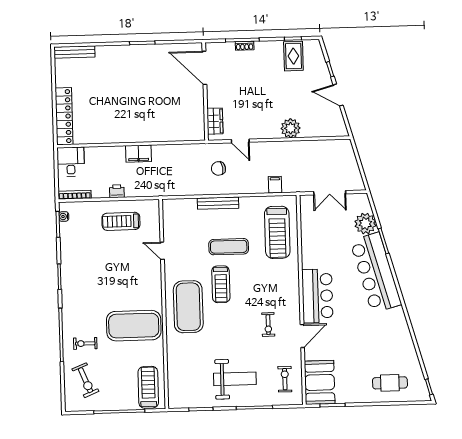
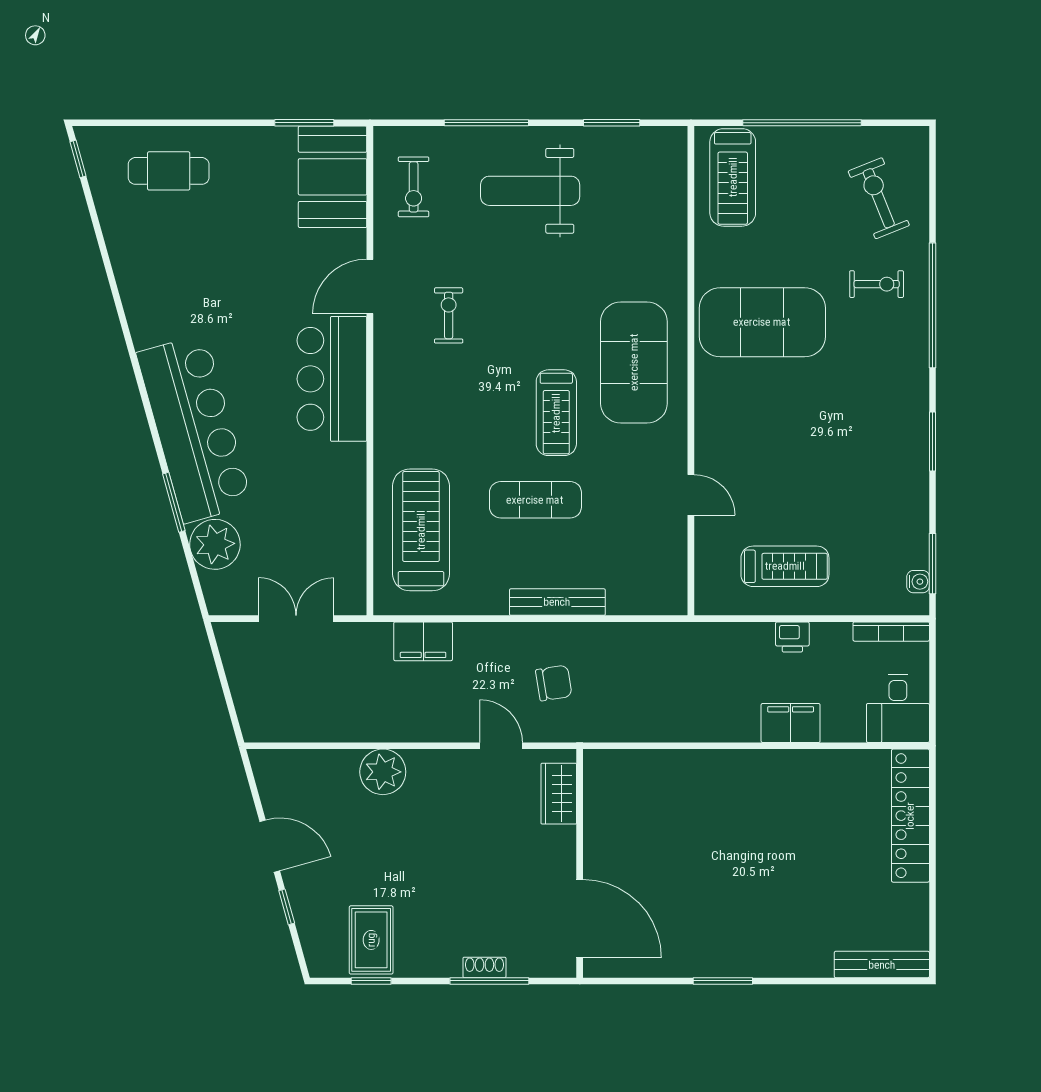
filing cabinet: (138, 154) -> (791, 723), moved
filing cabinet: (275, 185) -> (423, 641), width x2.00
treadmill: (221, 284) -> (556, 413), turned 180

